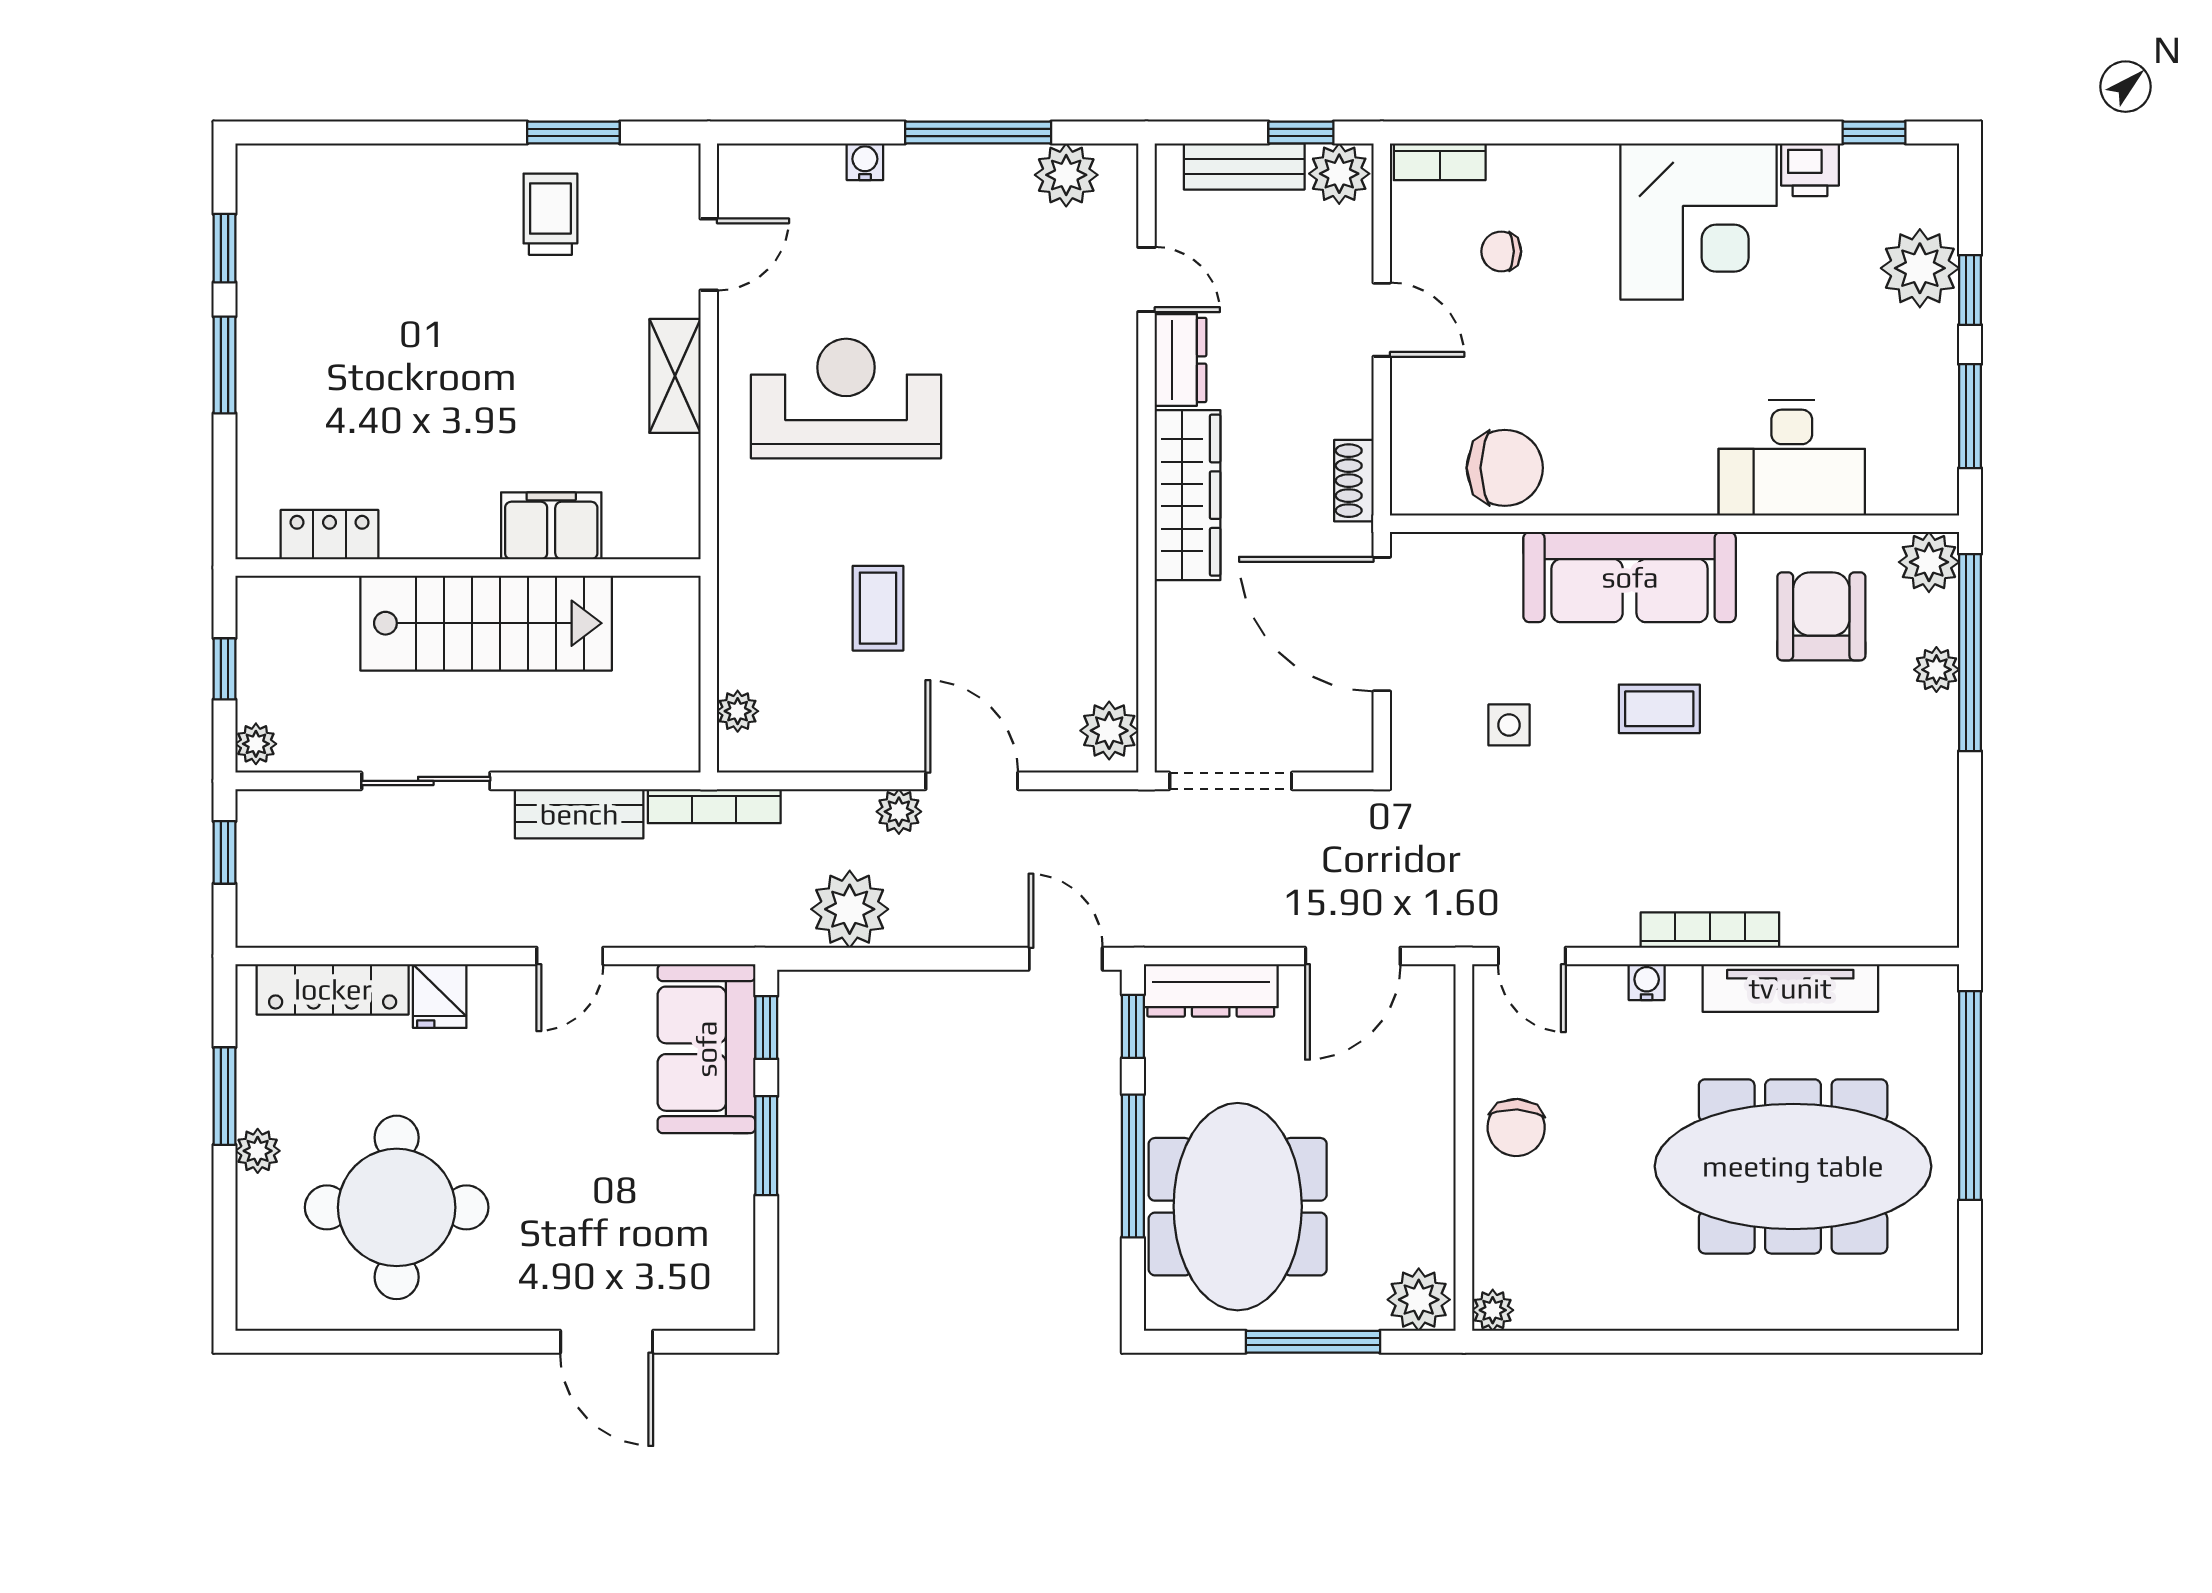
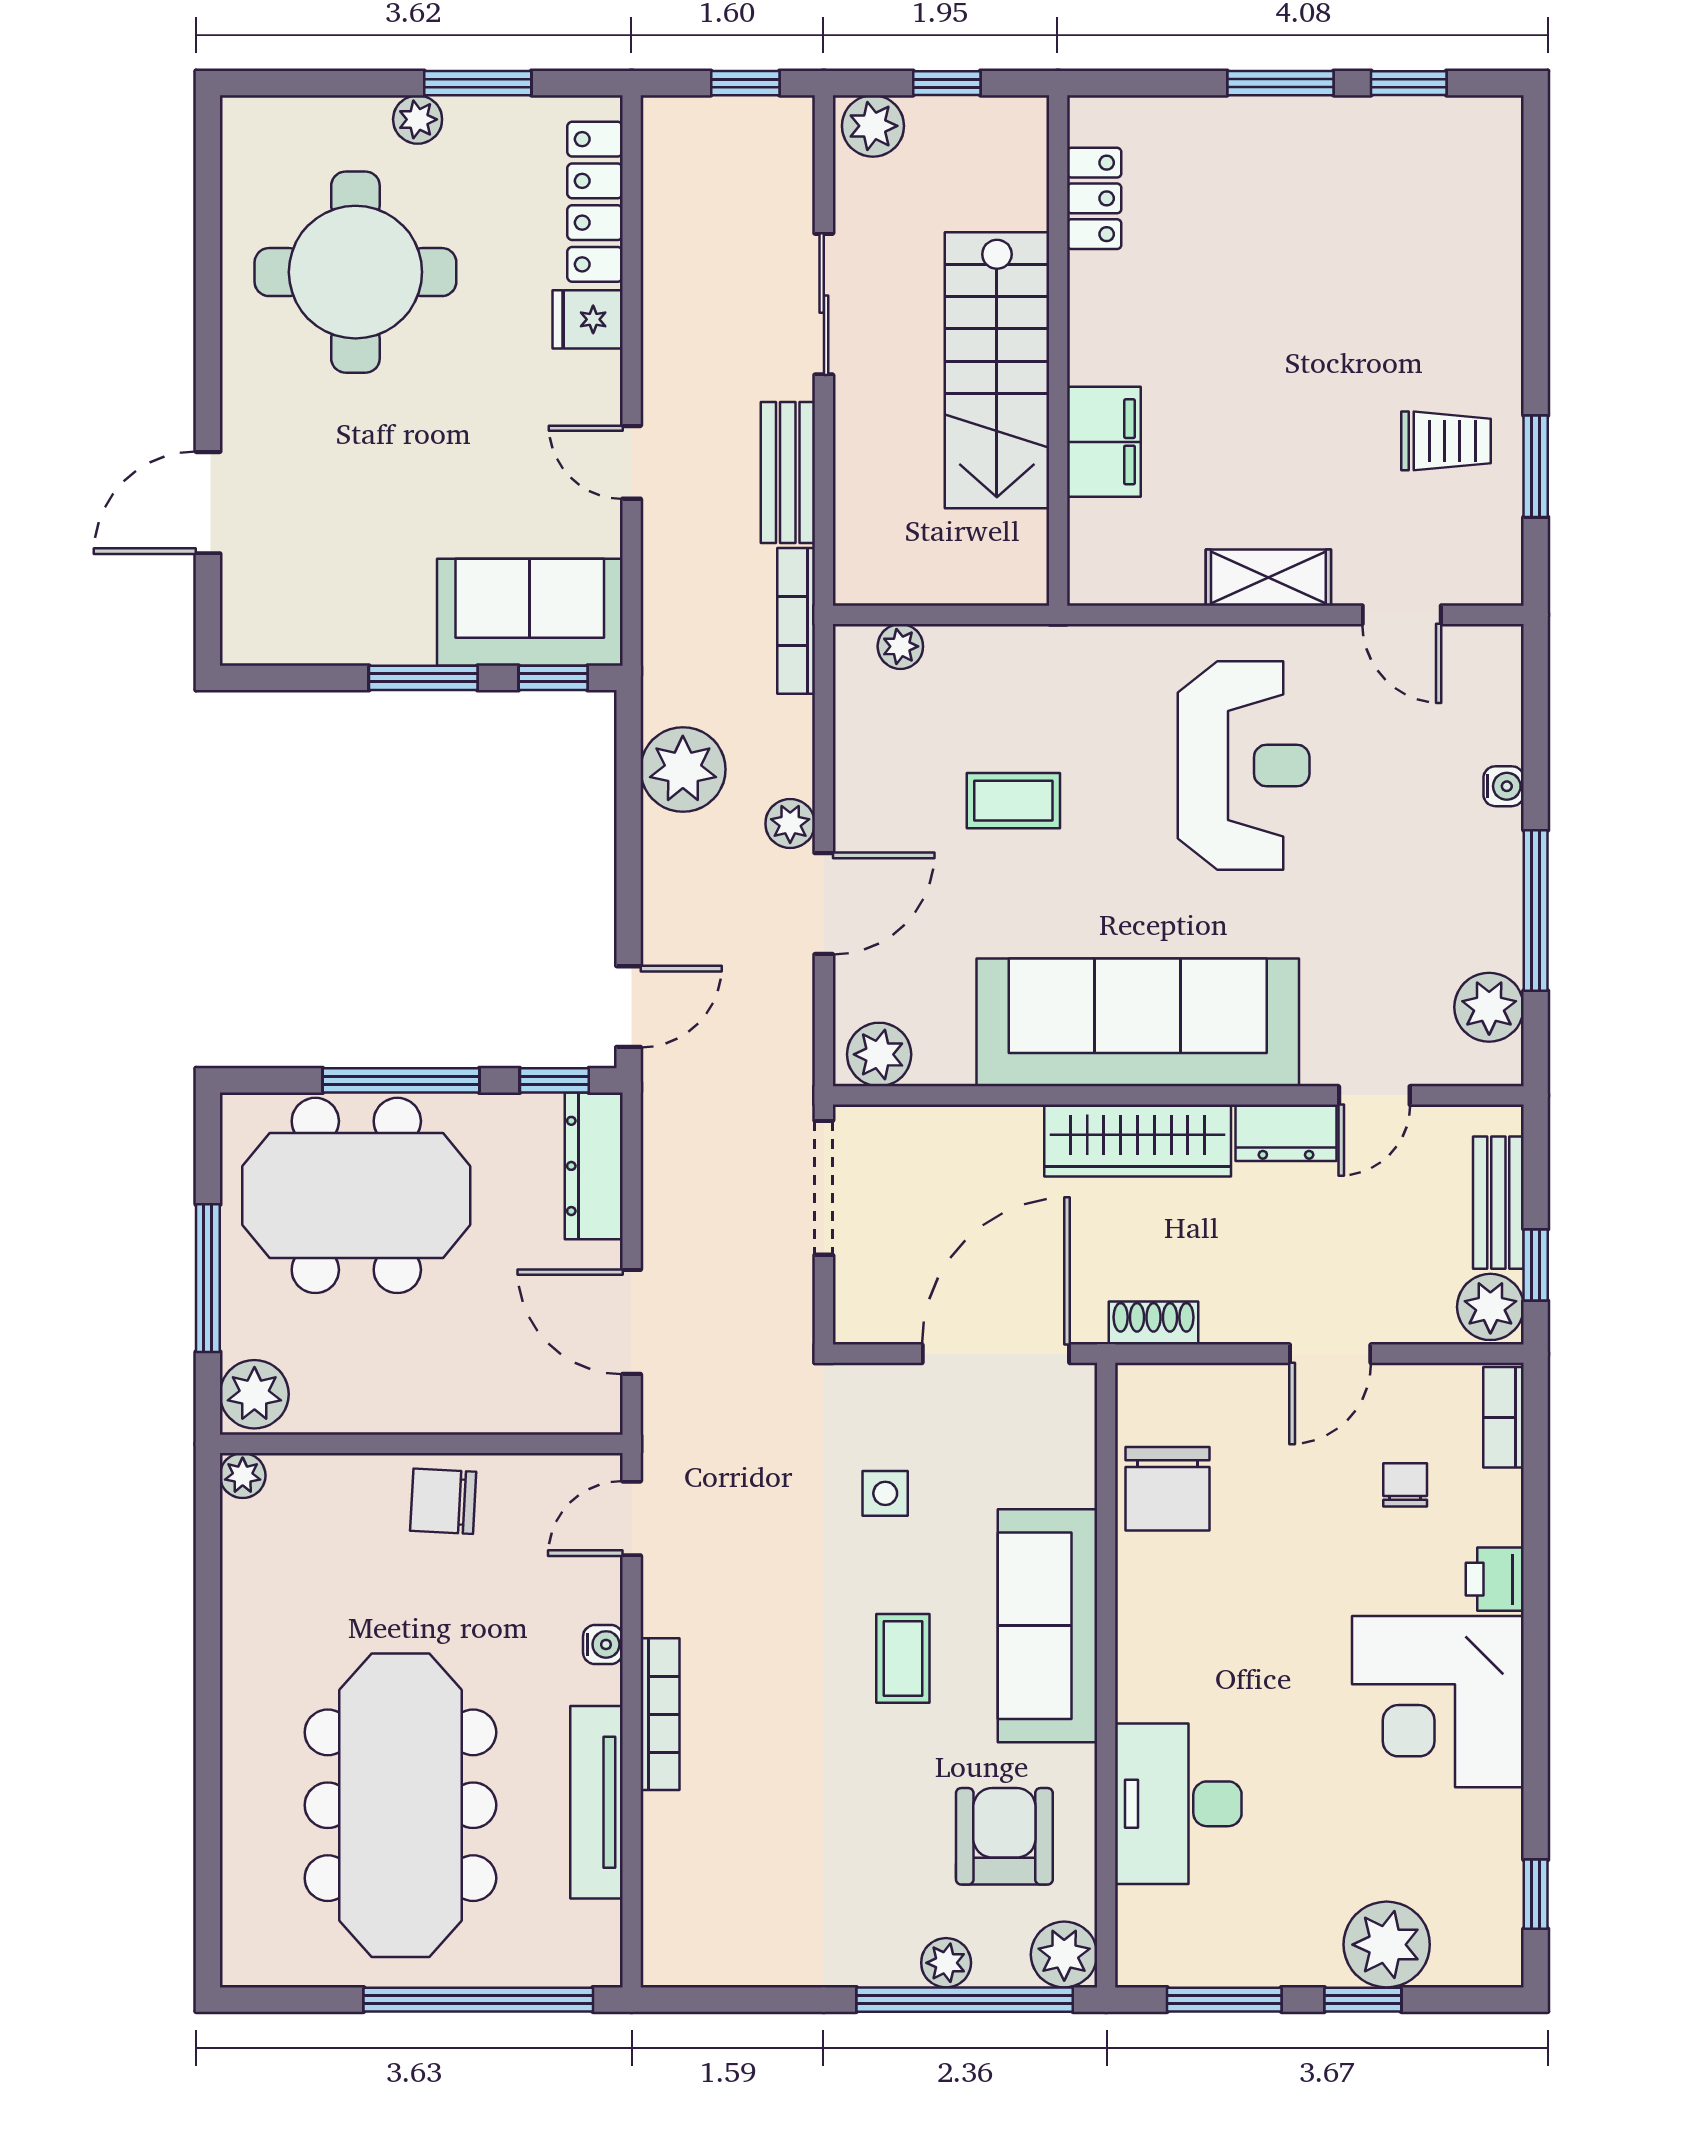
printer: (1810, 170) -> (1495, 1579), moved
sofa: (1080, 495) -> (1138, 1022), added
armchair: (1821, 616) -> (1004, 1836), turned -90
plant: (256, 744) -> (873, 126), width x1.38, depth x1.38

